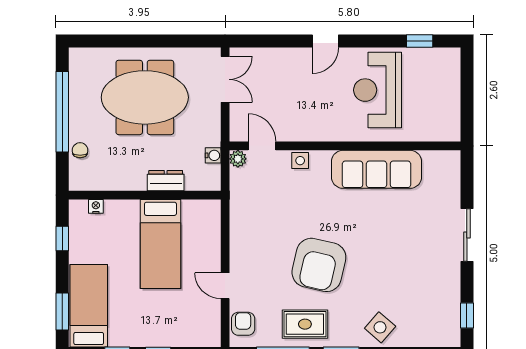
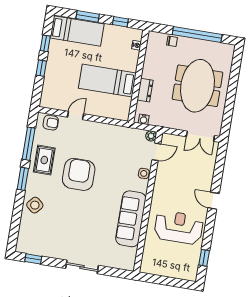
water cooler: (213, 155) -> (144, 119), moved
armchair: (319, 265) -> (79, 174), turned 77
window: (62, 311) -> (88, 16), moved

